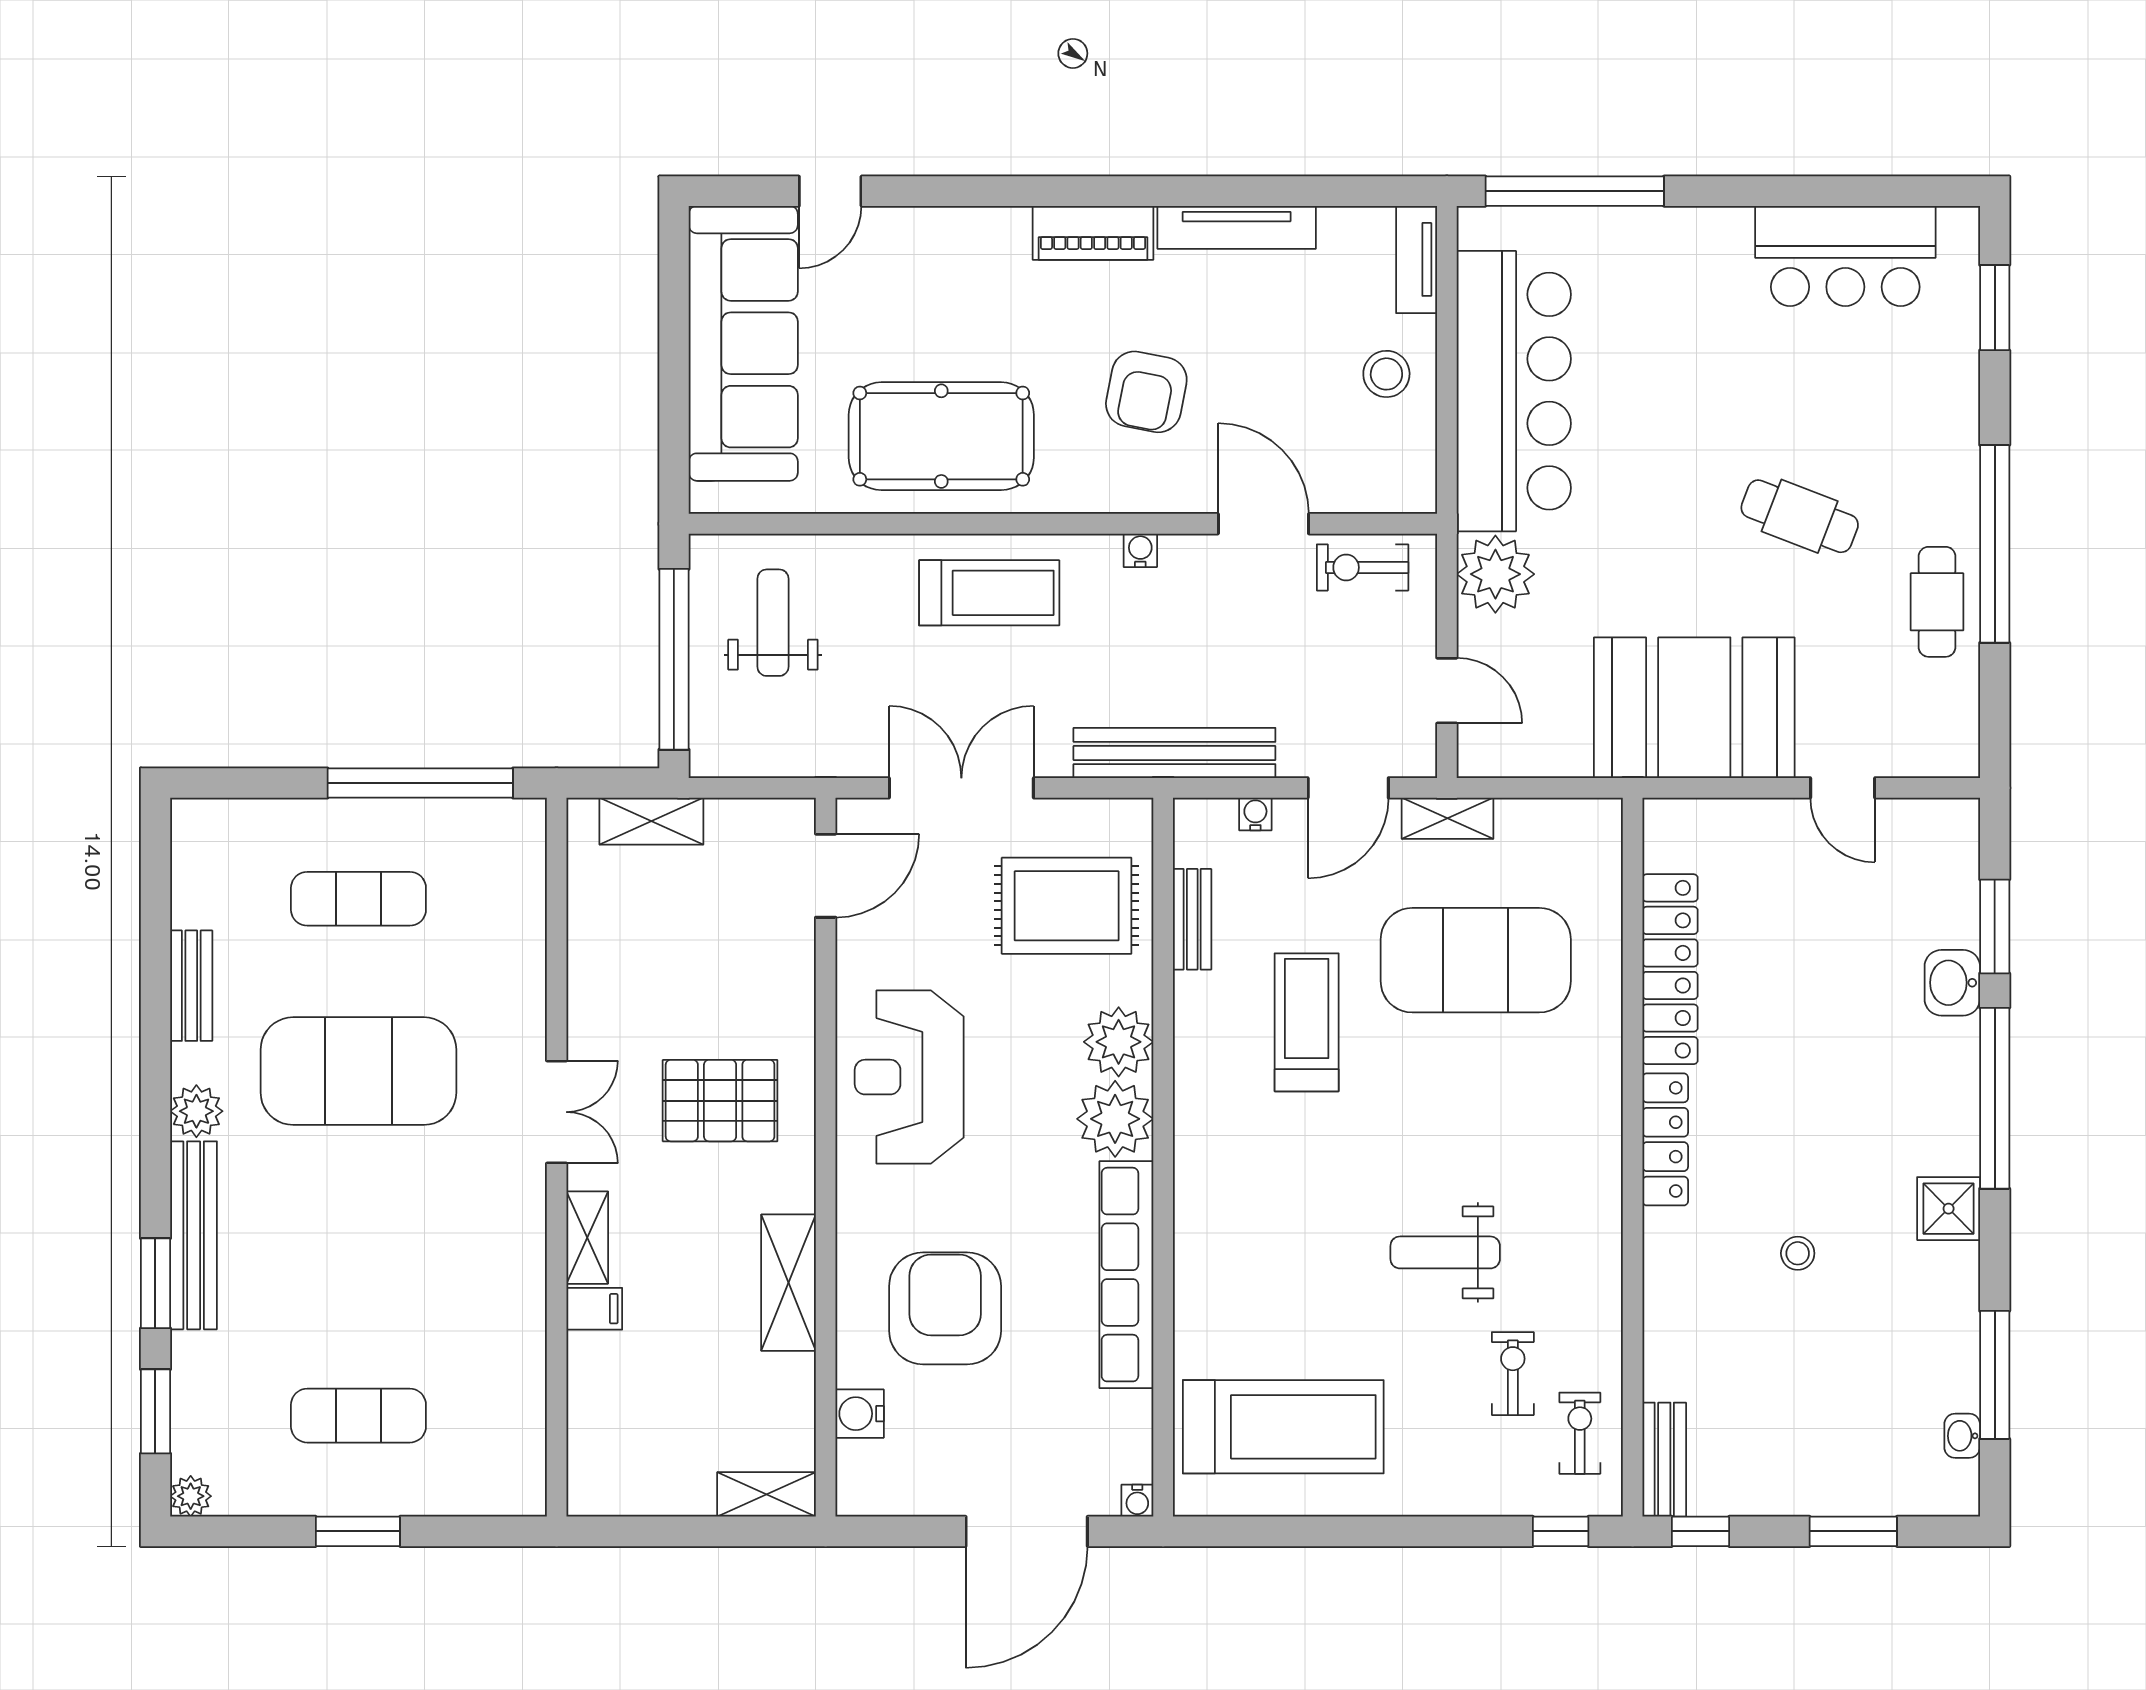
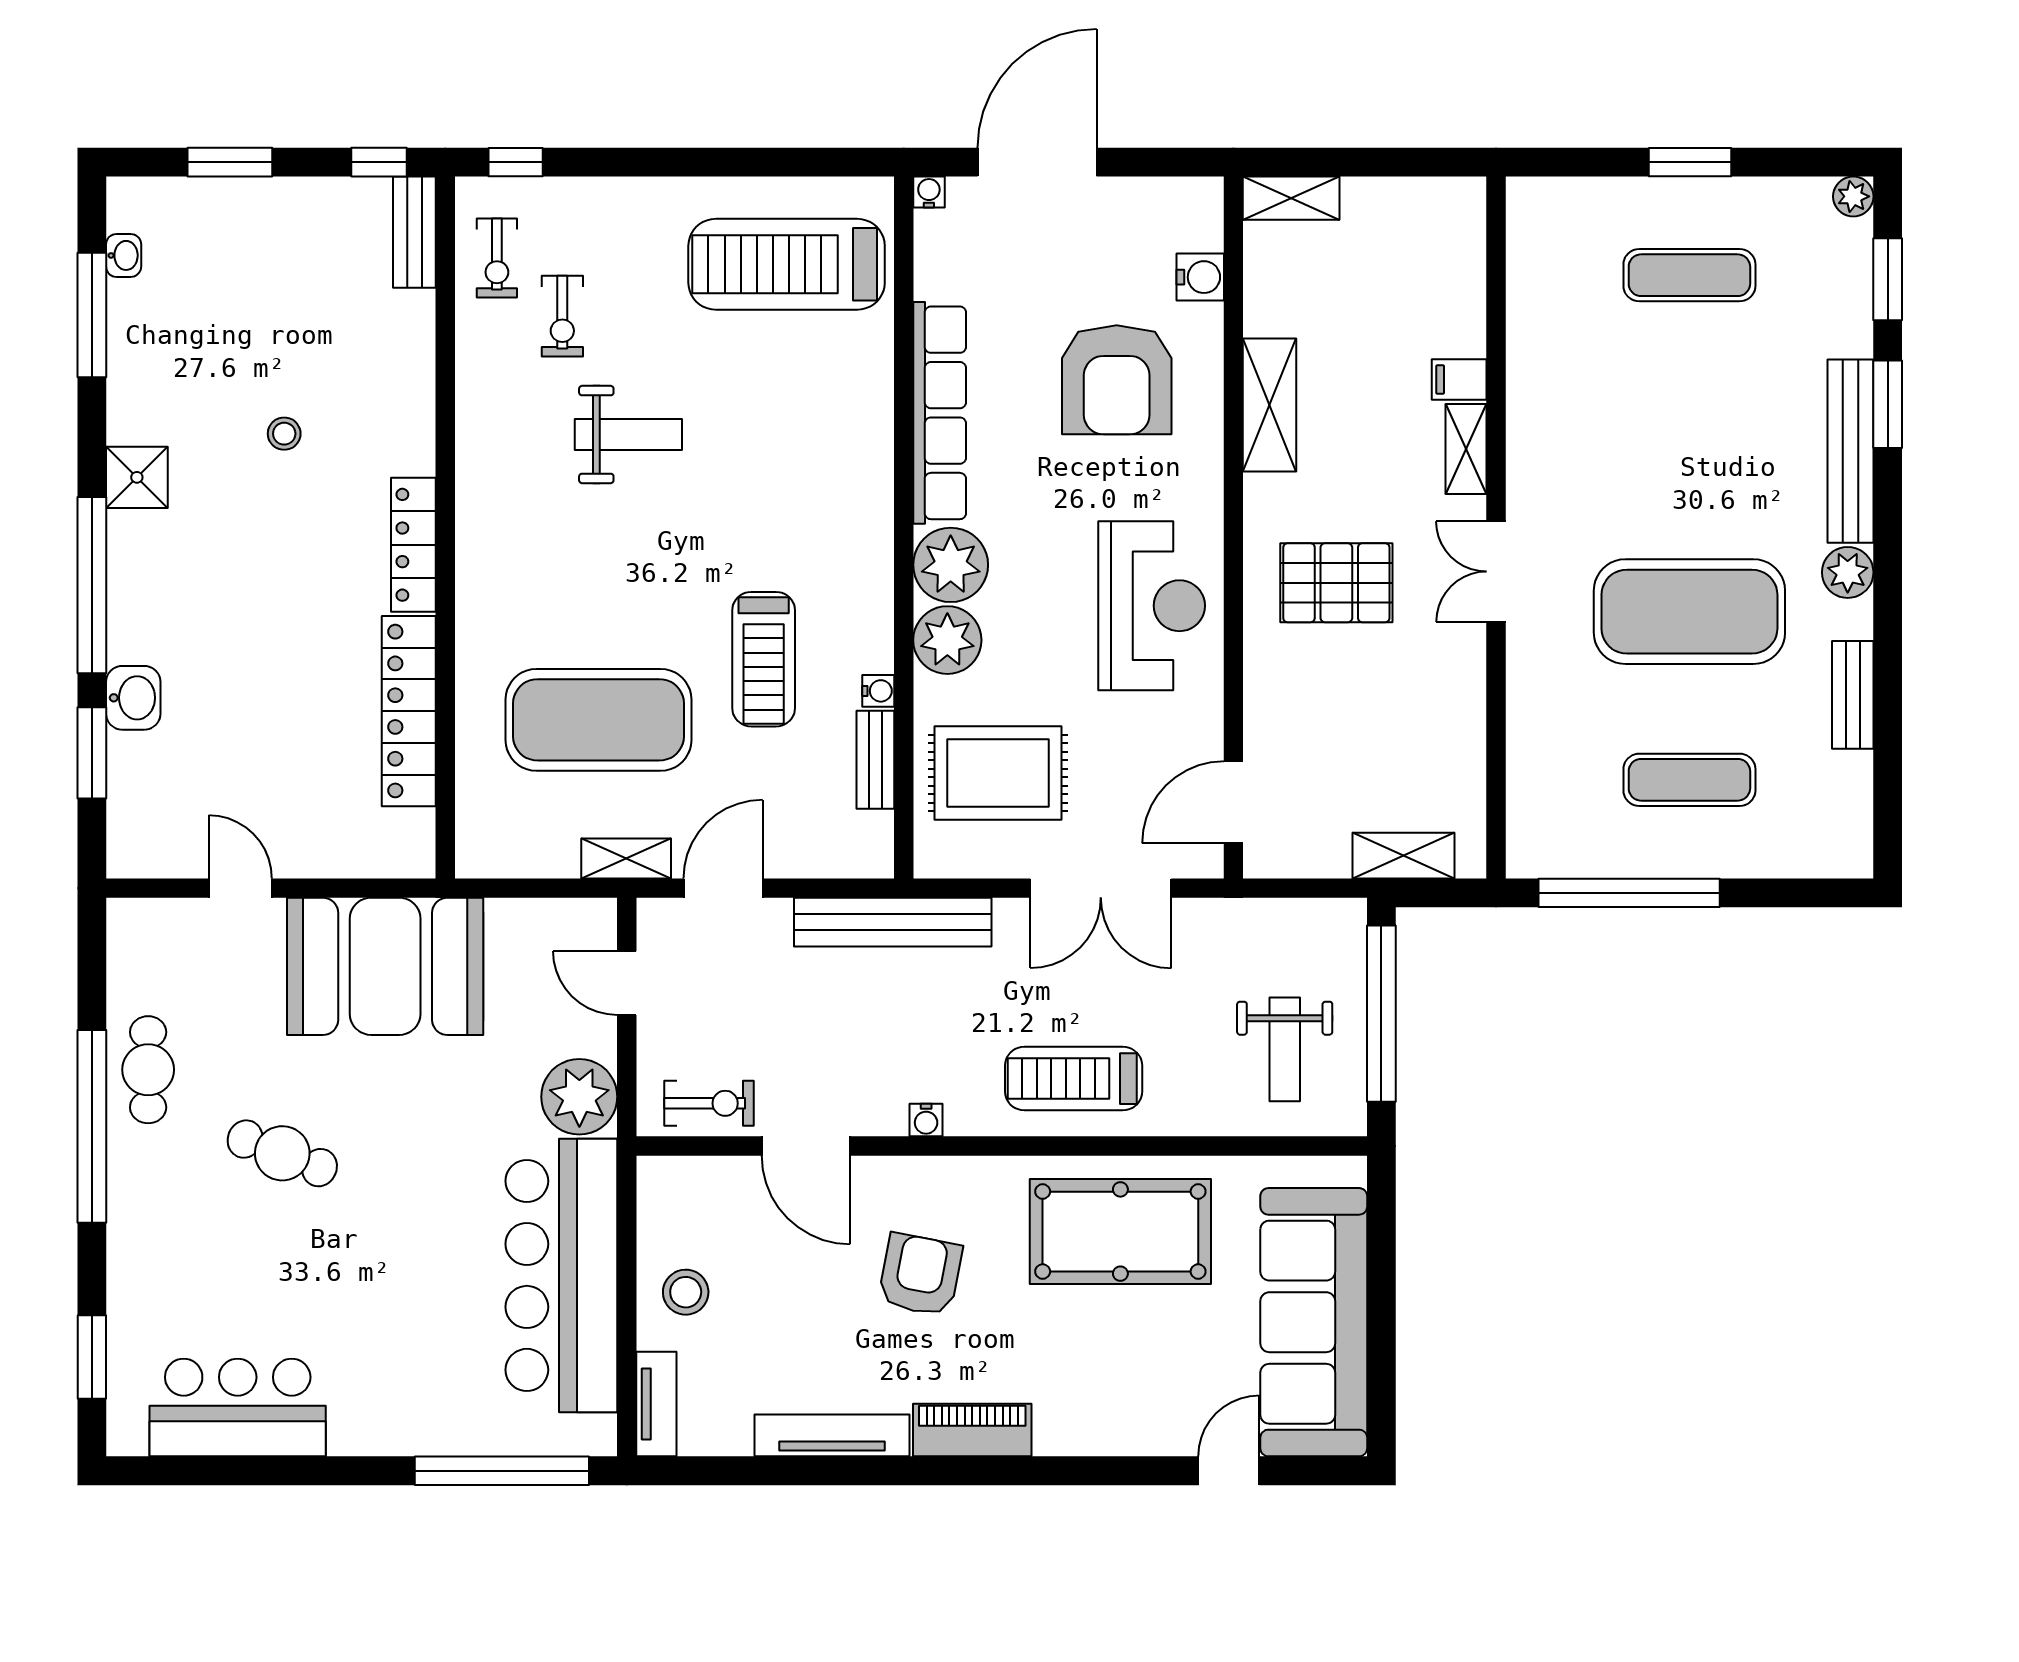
water cooler: (1255, 814) -> (878, 691), moved, turned -90

